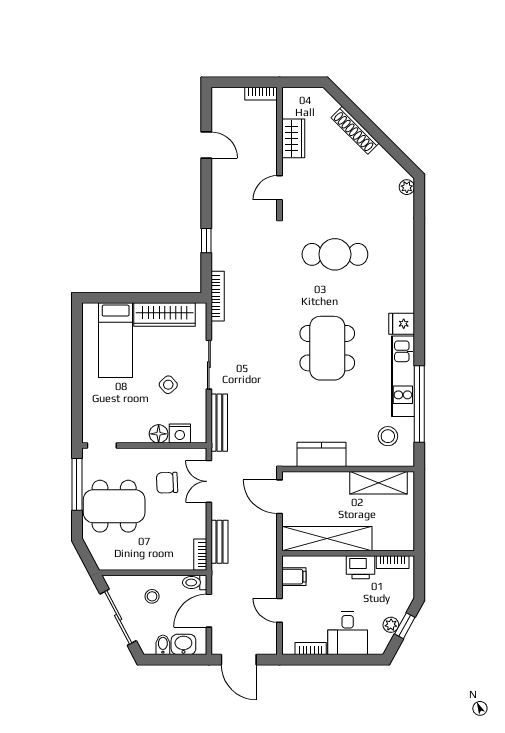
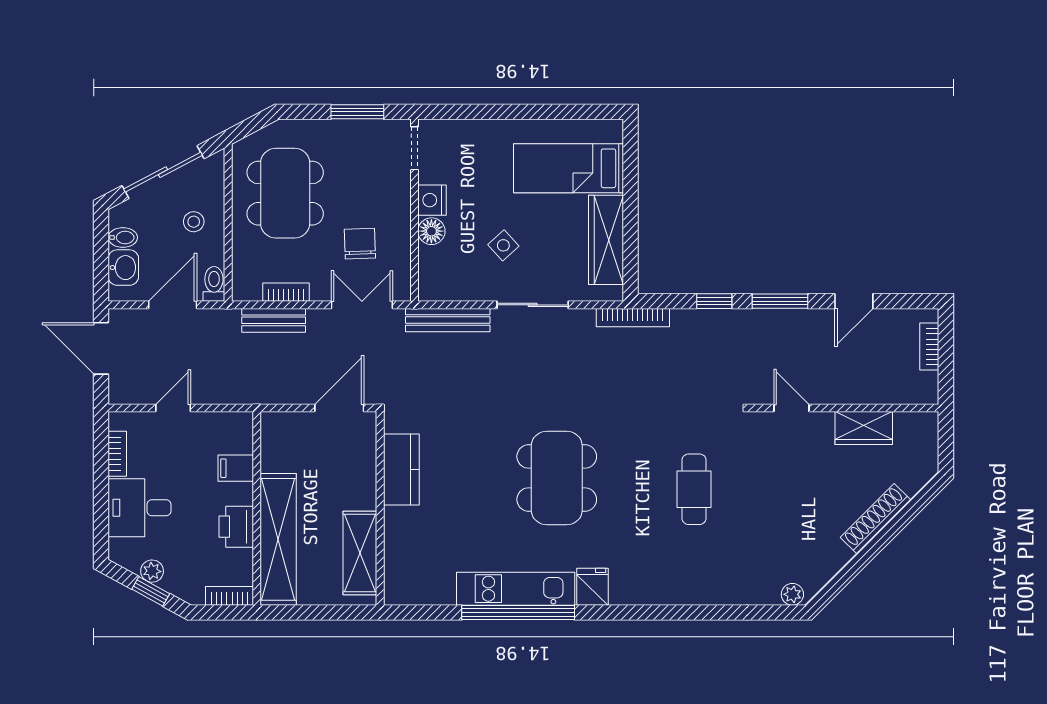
bookcase: (261, 94) -> (929, 347), moved
window: (206, 196) -> (780, 301), added
cafe table: (335, 254) -> (694, 489), width x0.73, depth x0.74
dining table: (327, 348) -> (557, 478), turned 90
window: (419, 404) -> (518, 613), moved
nightstand: (180, 433) -> (432, 200), moved
stool: (388, 436) -> (428, 567), removed
window: (77, 484) -> (357, 112), width x0.69
dining table: (114, 506) -> (285, 193), moved
shelving: (327, 539) -> (278, 539), moved
bookcase: (200, 555) -> (286, 292), moved
bookcase: (393, 562) -> (230, 596), moved, turned 90
filing cabinet: (294, 577) -> (236, 468), moved, turned 90
door: (209, 611) -> (173, 305), hinge flipped
door: (239, 660) -> (101, 348), hinge flipped

